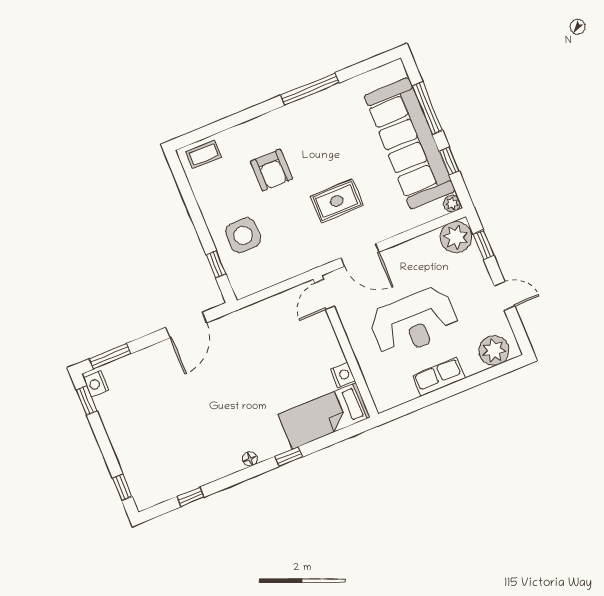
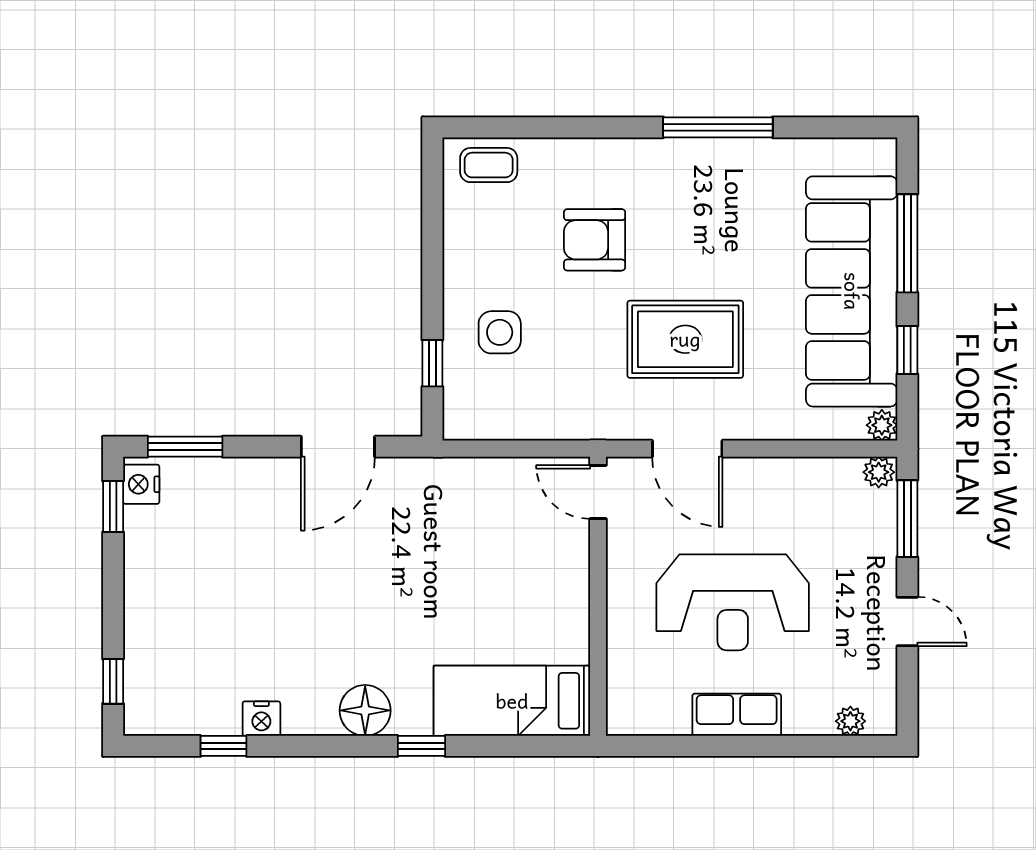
armchair: (271, 170) -> (595, 240), turned 90
rug: (337, 201) -> (685, 339), width x1.36, depth x1.43
side table: (243, 235) -> (500, 332), width x0.73, depth x0.73
plant: (456, 237) -> (879, 472), width x0.53, depth x0.53
window: (484, 245) -> (907, 519), width x1.50
door: (325, 295) -> (598, 492), hinge flipped
plant: (494, 351) -> (850, 721), width x0.53, depth x0.53
nightstand: (343, 375) -> (261, 719), moved, turned 90
floor lamp: (250, 459) -> (365, 710), width x1.89, depth x1.89

